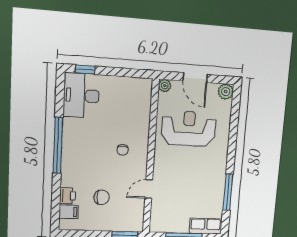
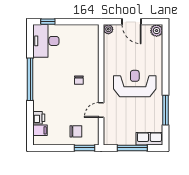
reception desk: (189, 129) -> (135, 84), moved
chair: (102, 197) -> (76, 131), moved

